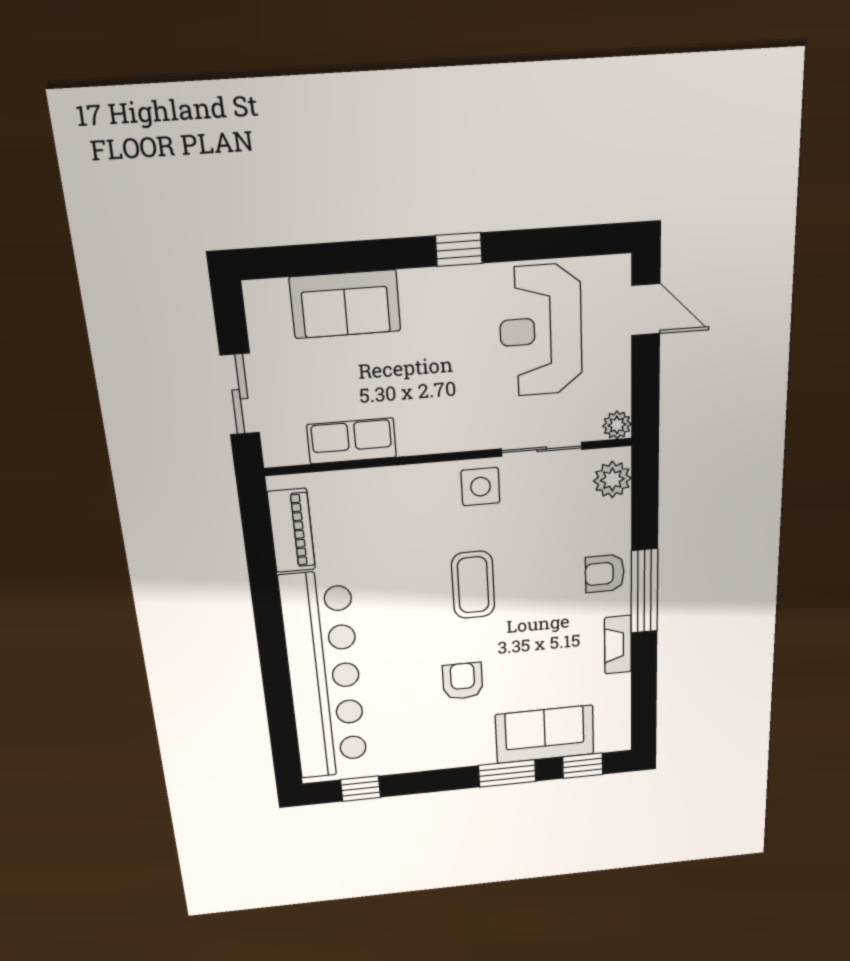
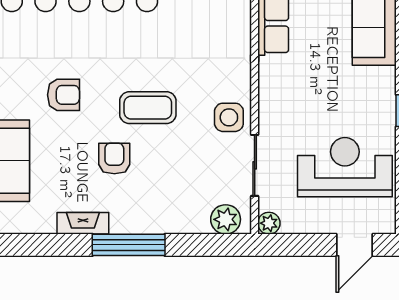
armchair: (605, 573) -> (114, 159), moved

